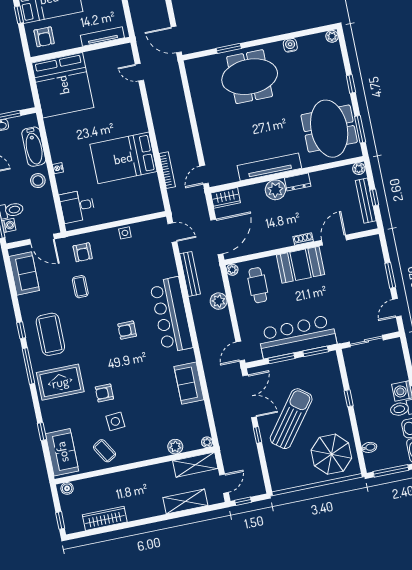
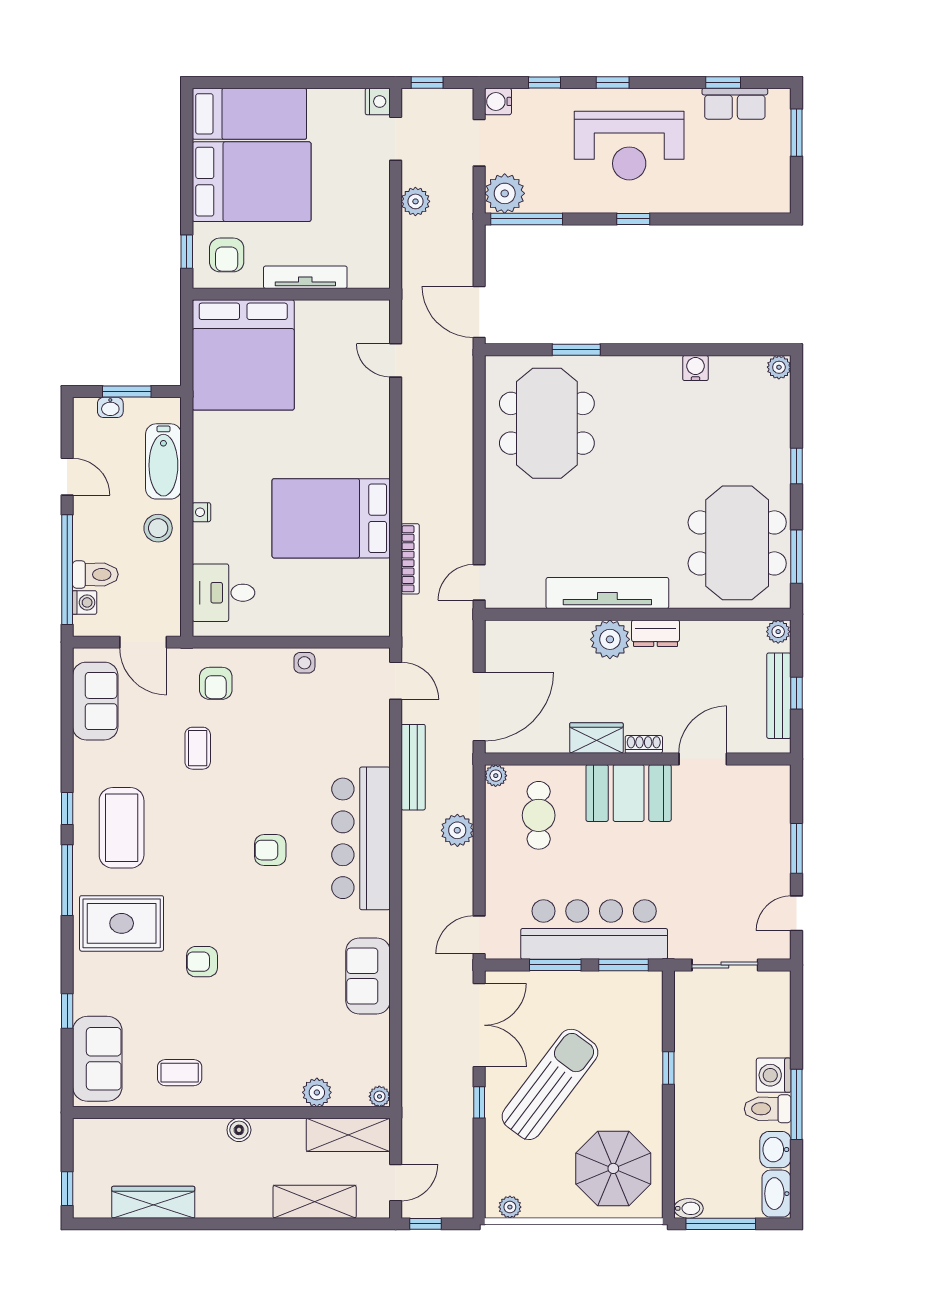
window: (19, 15) -> (187, 252), moved
tv unit: (102, 37) -> (305, 277), moved
meeting table: (250, 77) -> (547, 423), moved, turned 90
wardrobe: (226, 198) -> (596, 738), moved, turned 180
side table: (115, 421) -> (212, 1021), removed
bidet: (369, 447) -> (689, 1208), moved
coffee table: (105, 451) -> (180, 1073), turned -59
plant: (284, 484) -> (510, 1207), added
boiler: (67, 488) -> (239, 1130), moved

